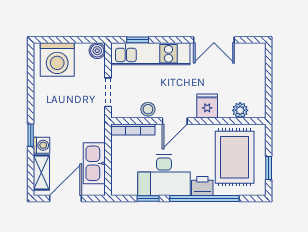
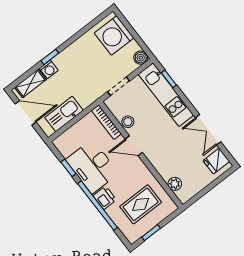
fridge: (207, 106) -> (216, 161), moved, turned 180
rug: (235, 157) -> (141, 204), width x0.73, depth x0.70

